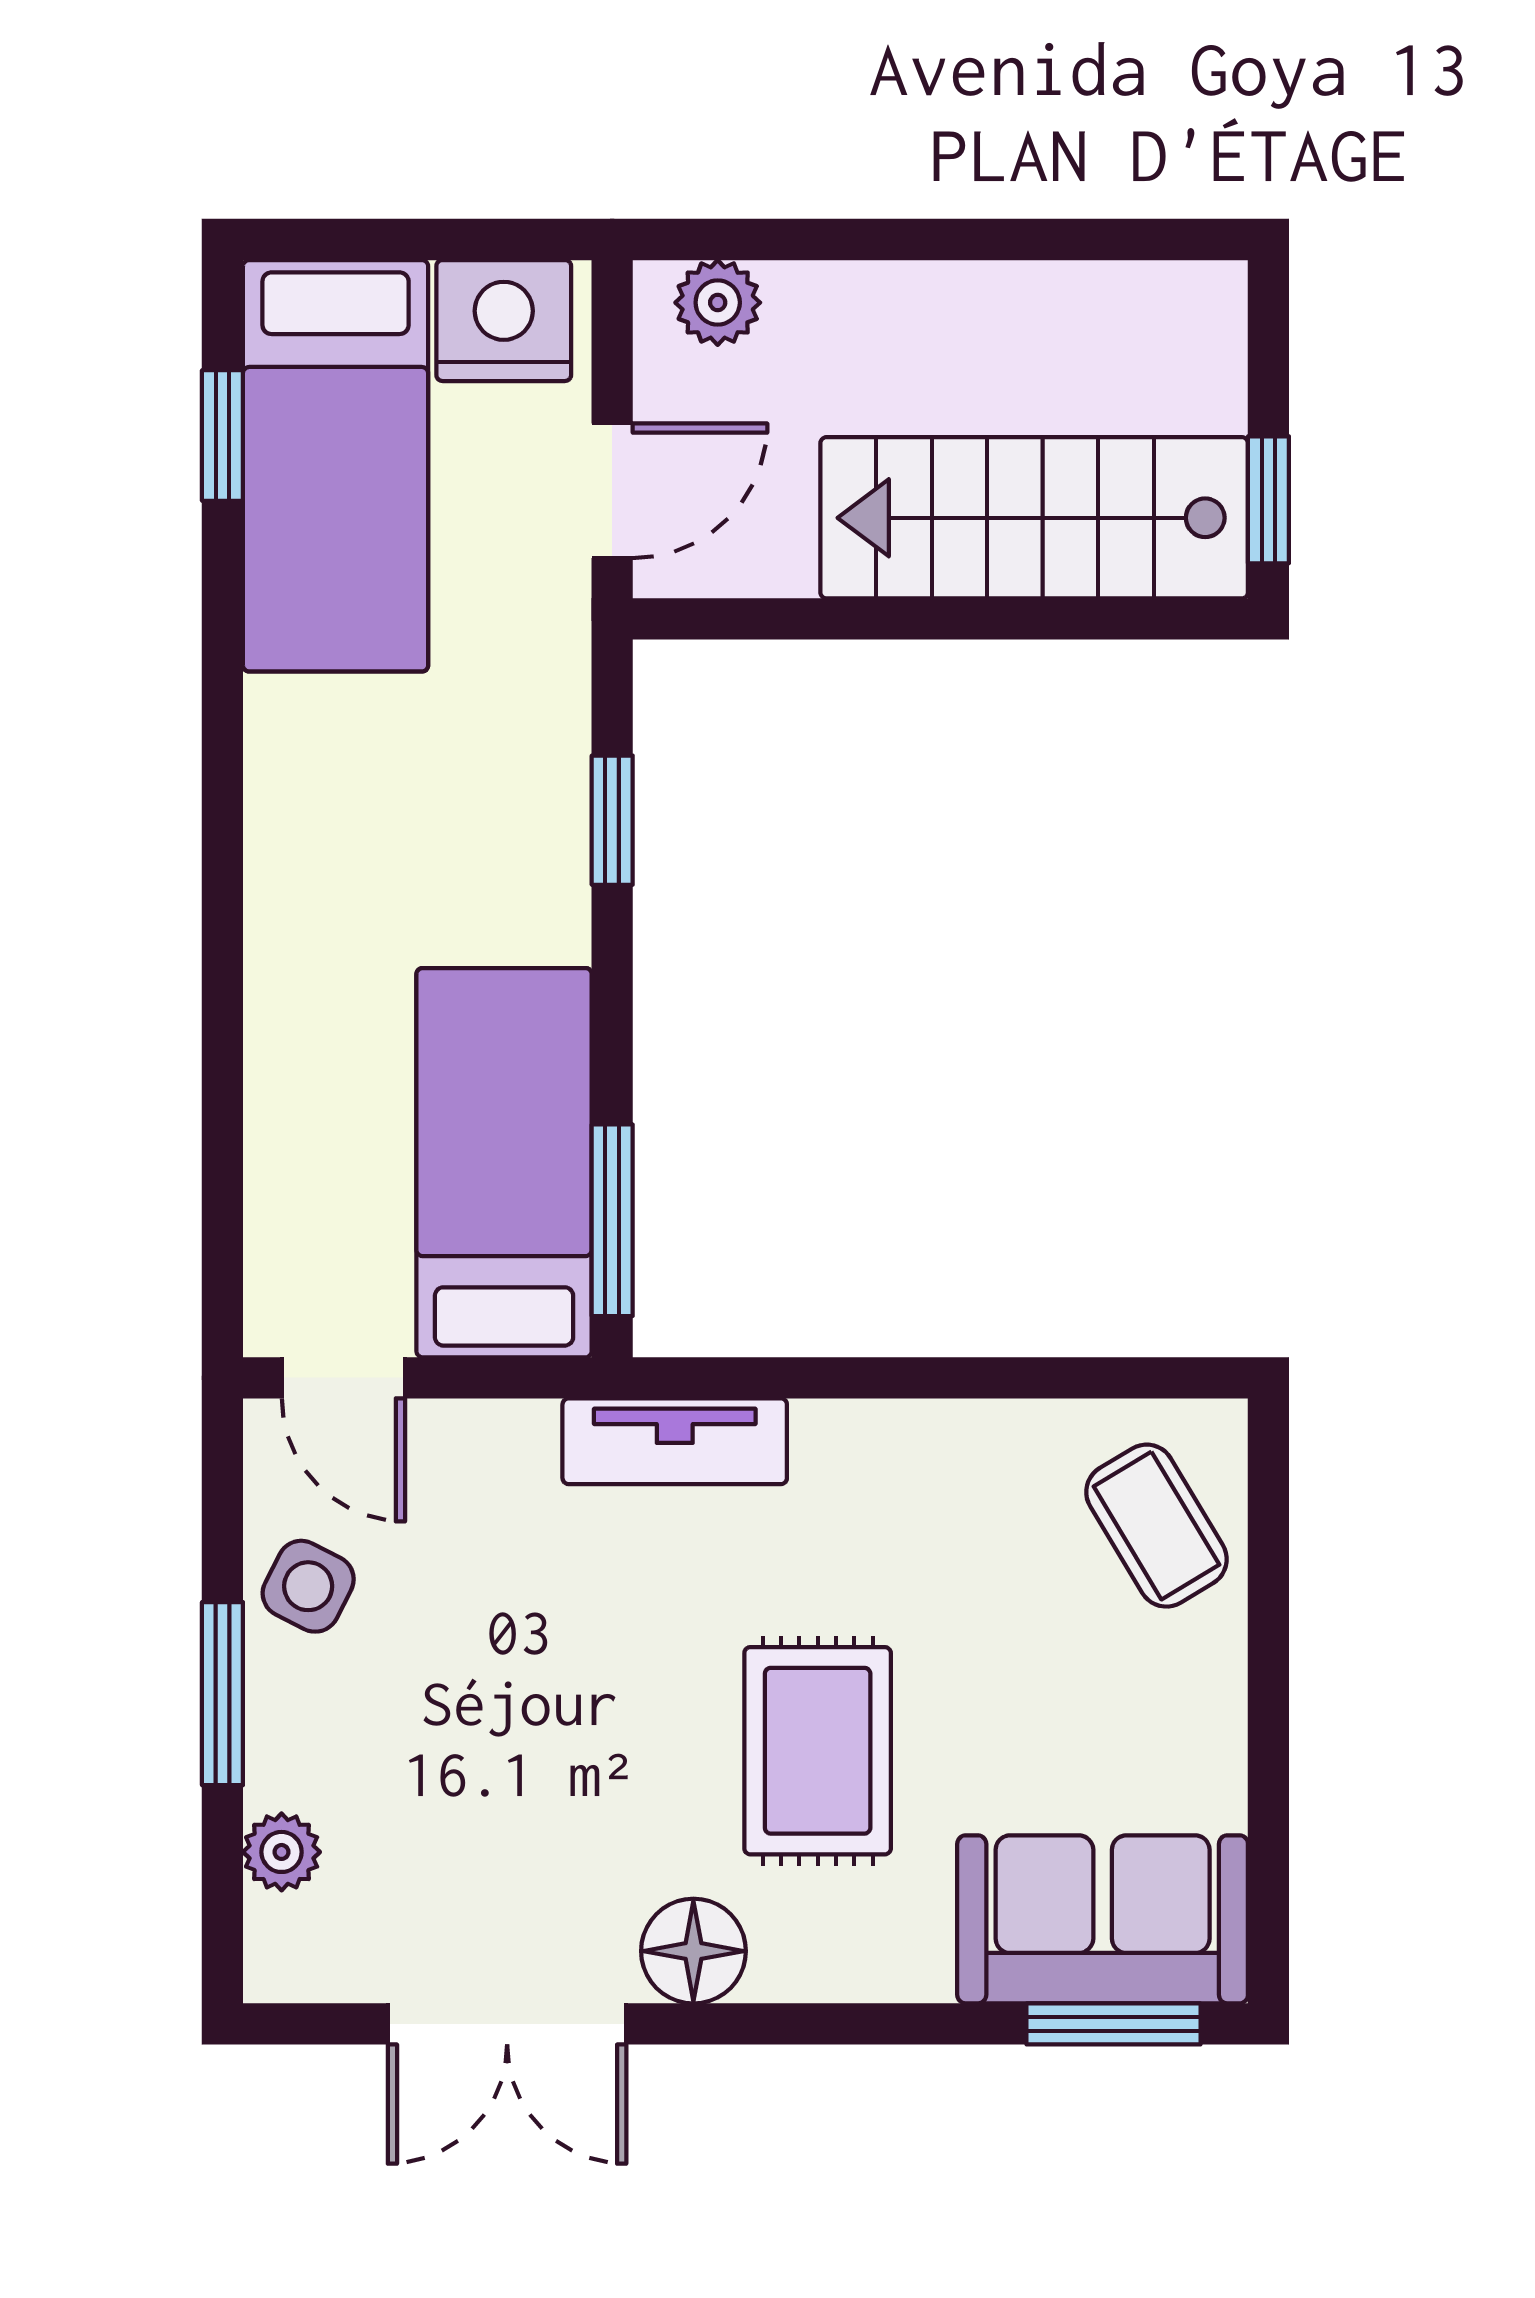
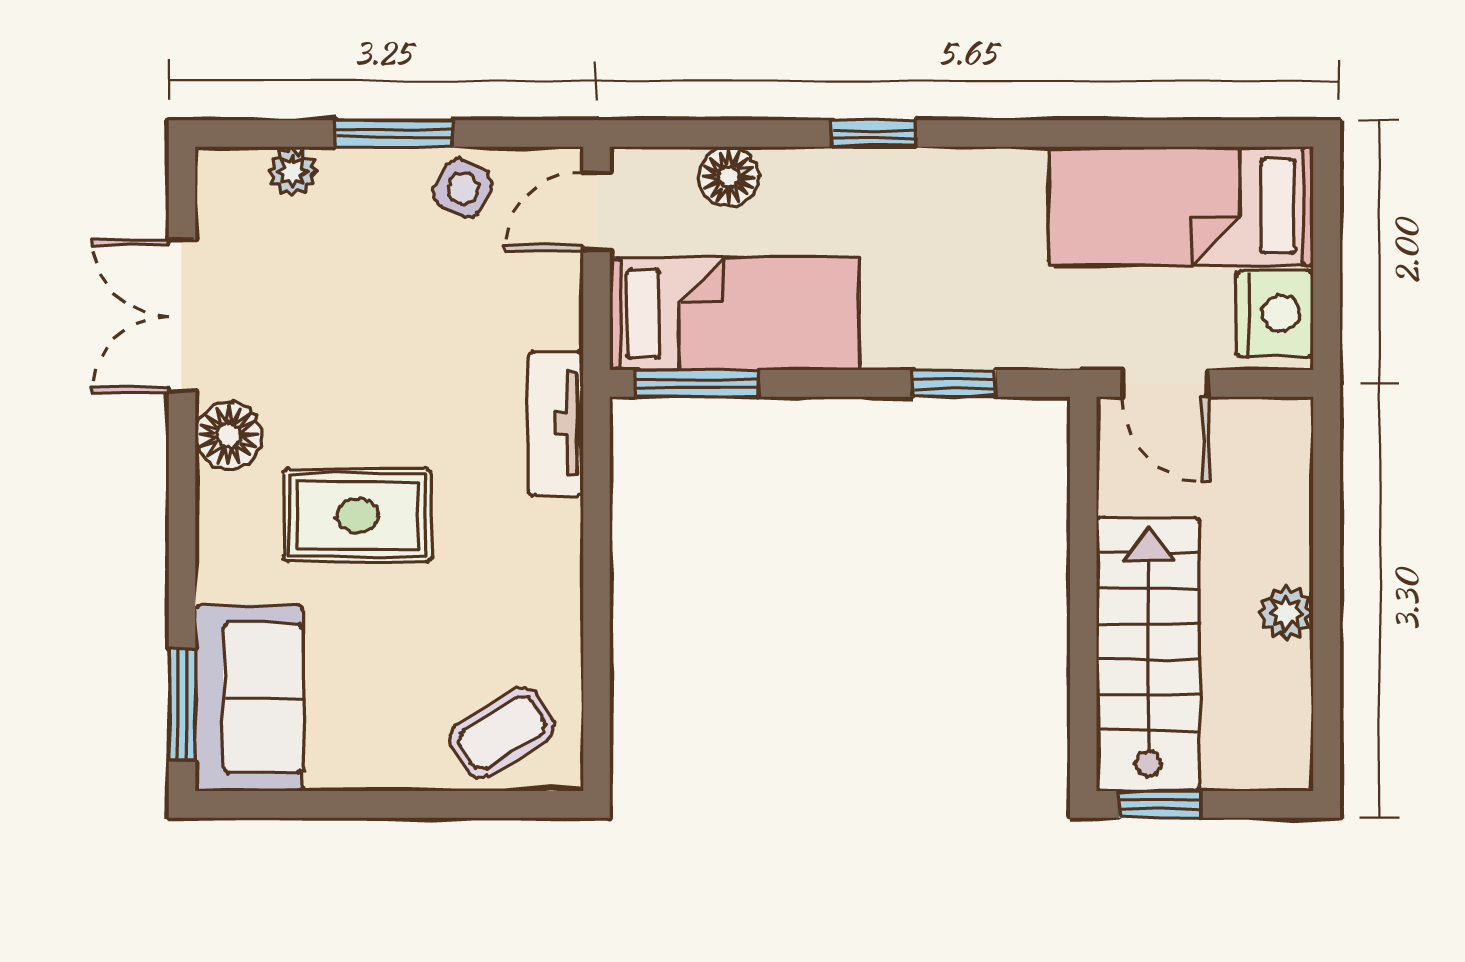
plant: (718, 303) -> (1286, 613), moved
window: (222, 435) -> (874, 133), moved
floor lamp: (290, 1172) -> (729, 177), added

